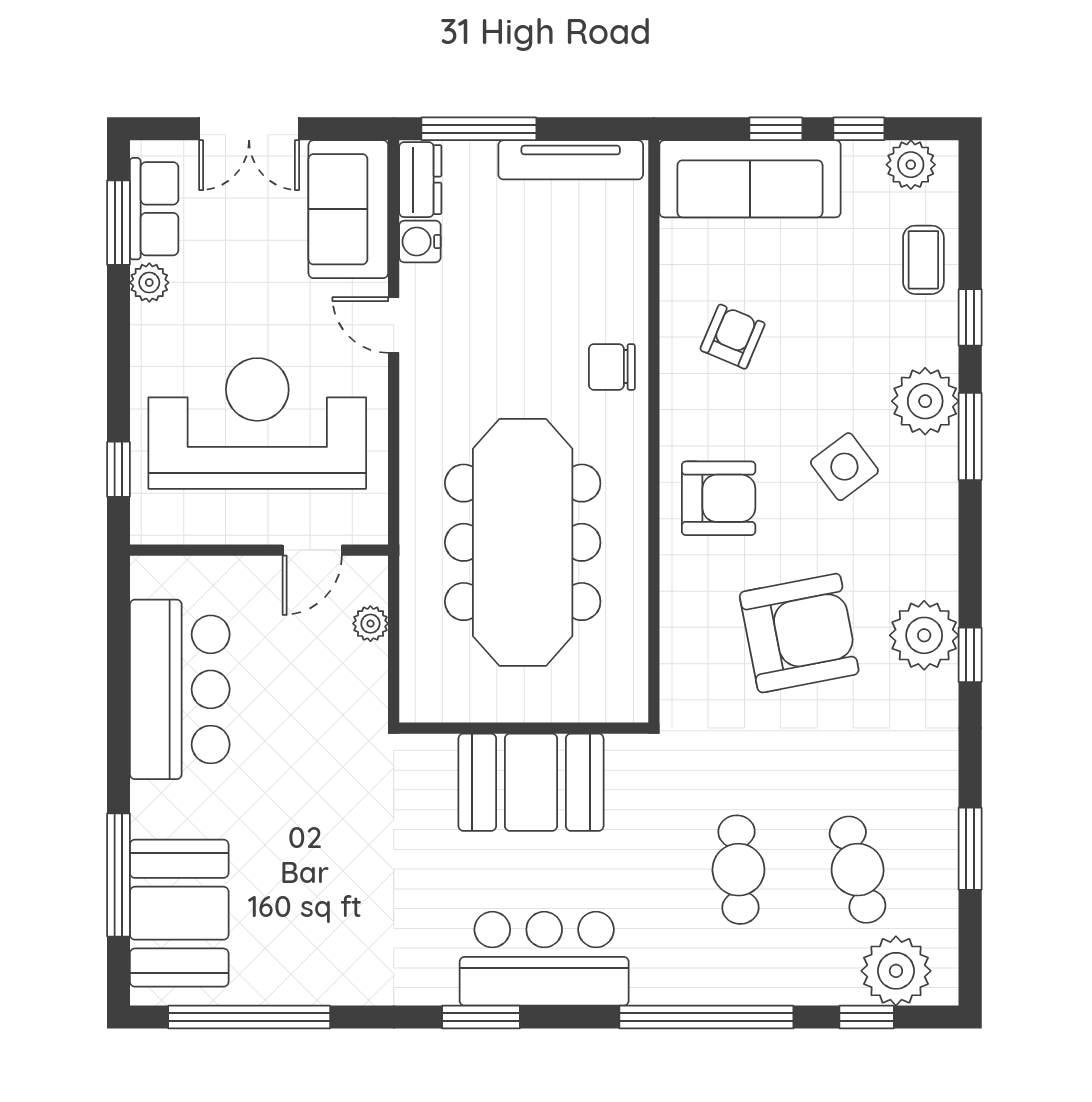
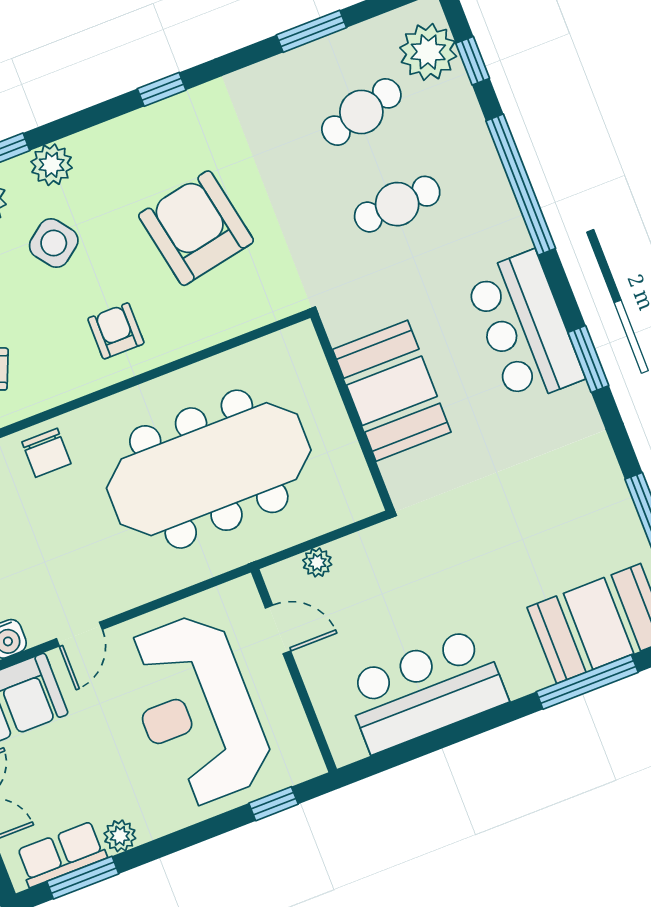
armchair: (719, 498) -> (116, 331), width x0.72, depth x0.72
plant: (924, 635) -> (52, 165), moved, width x0.73, depth x0.73

